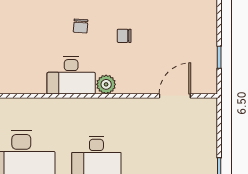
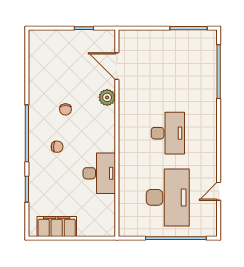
desk: (71, 75) -> (99, 173), moved
plant: (106, 84) -> (107, 97), moved

